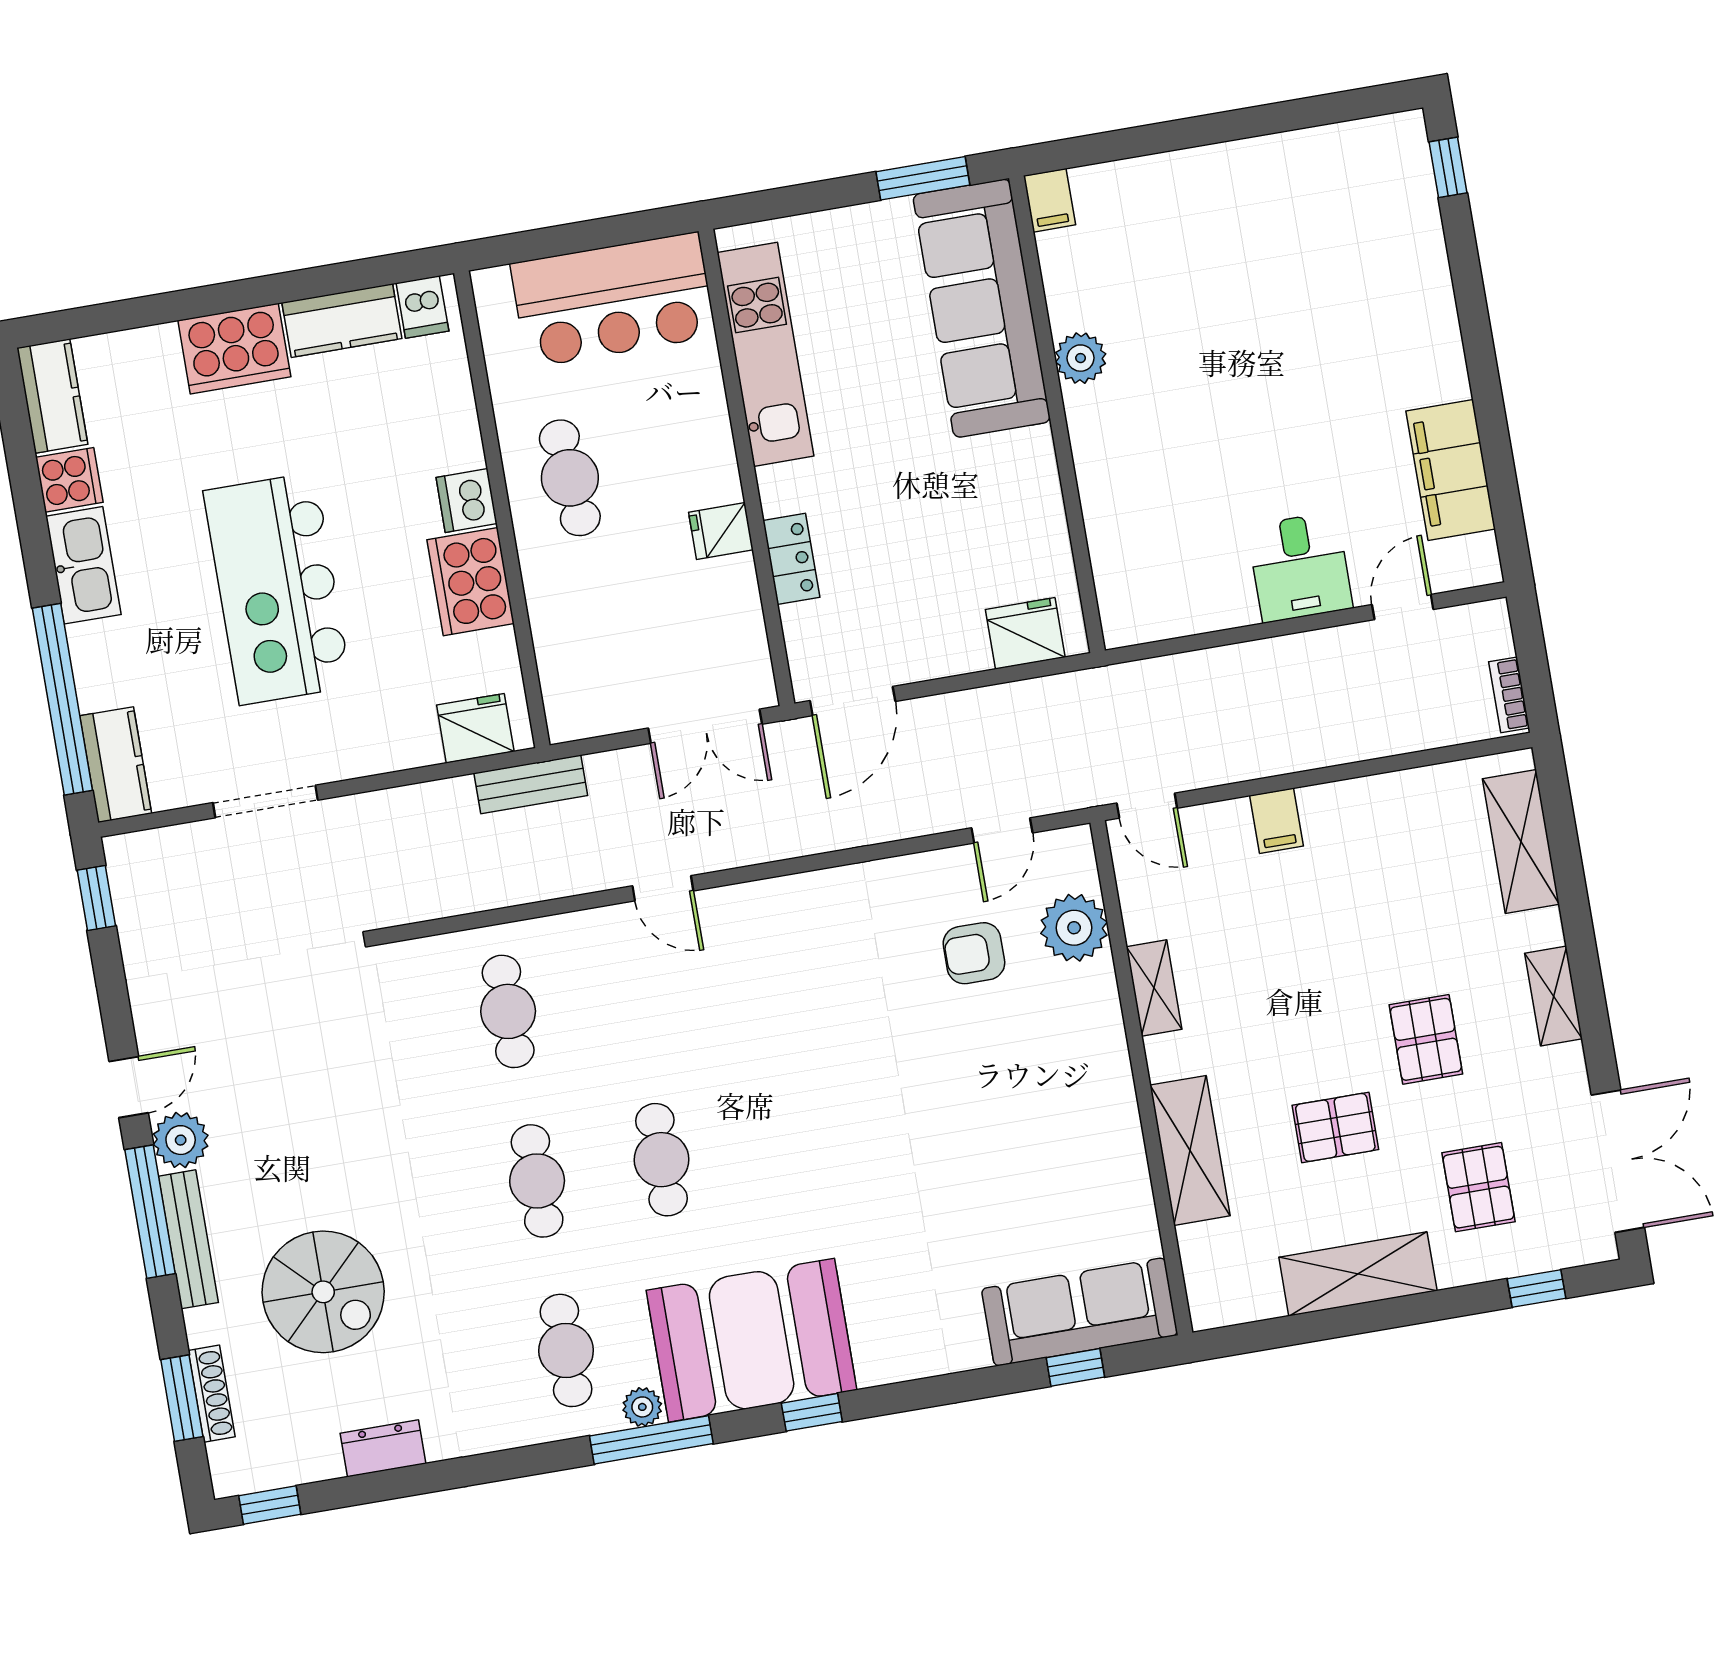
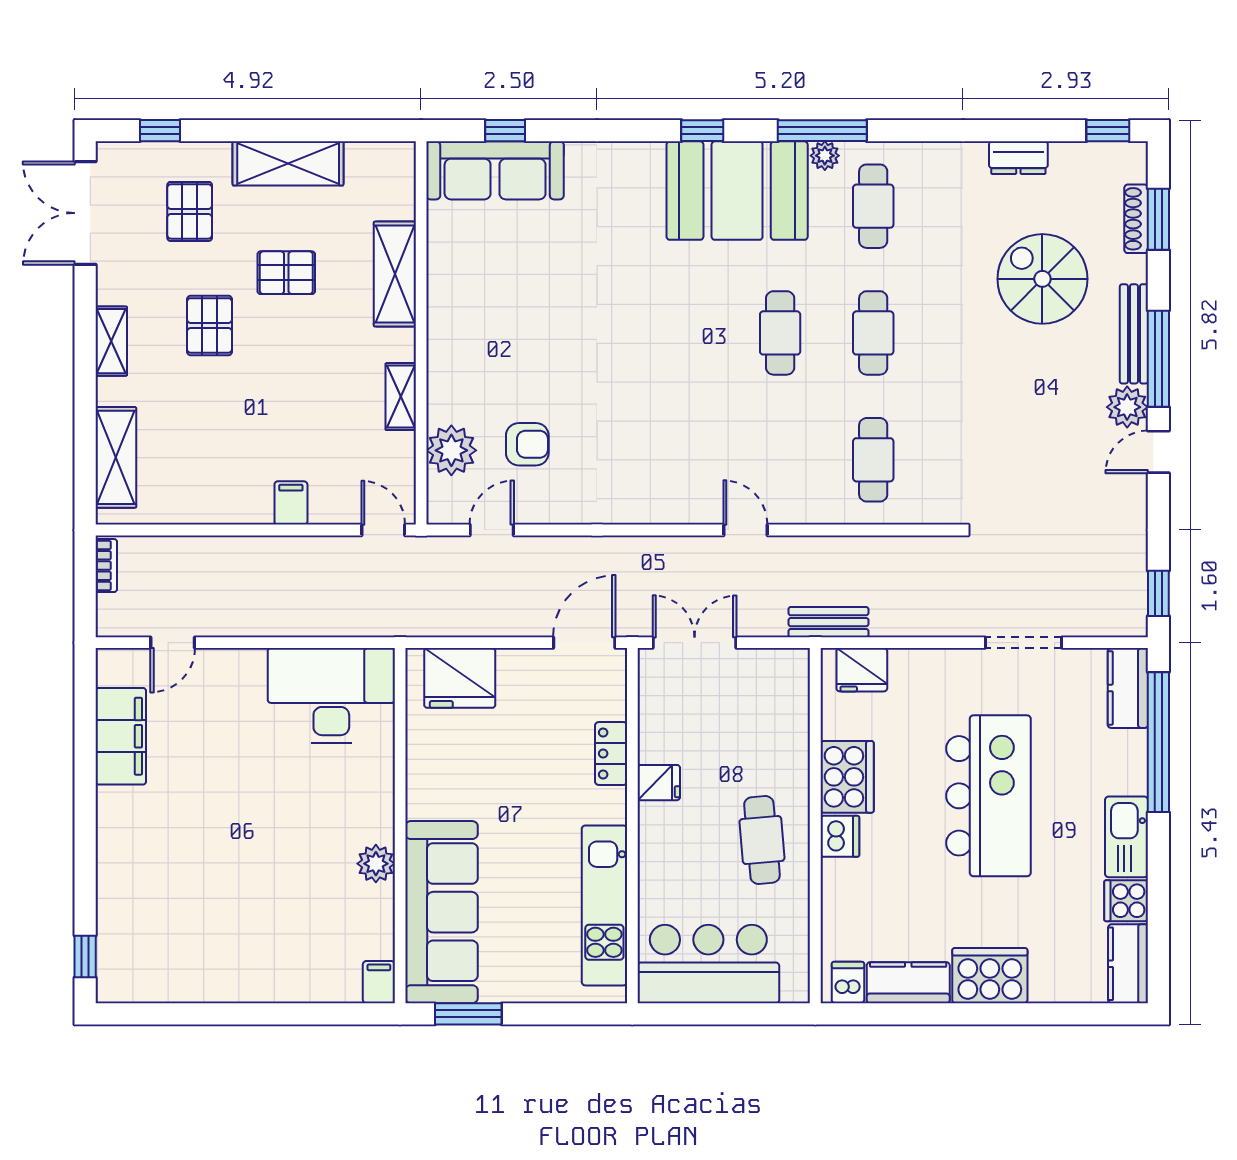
desk: (1300, 567) -> (331, 695), moved, width x1.87, depth x1.30
fridge: (1025, 633) -> (460, 678), width x1.36, depth x1.34

